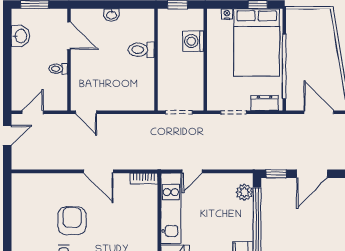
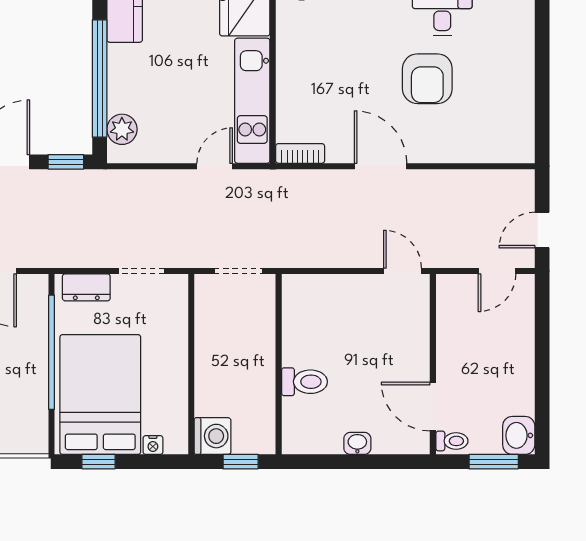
washbasin: (20, 36) -> (519, 435), moved
washing machine: (193, 41) -> (213, 436), moved
toilet: (58, 69) -> (452, 441), moved

